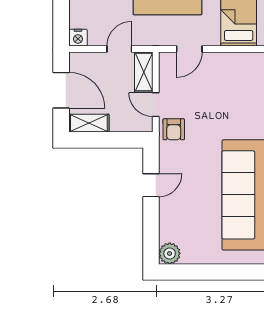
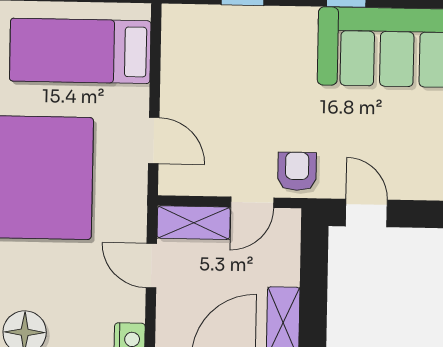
armchair: (174, 129) -> (297, 171), turned -90
door: (151, 185) -> (366, 213), moved

